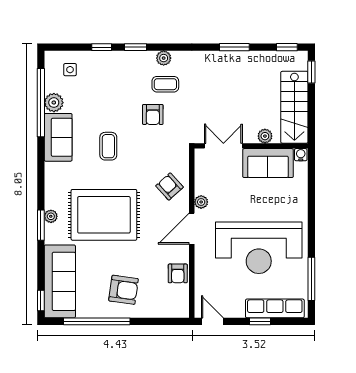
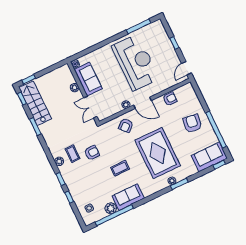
stairs: (294, 107) -> (35, 103), moved, turned -90
sofa: (60, 281) -> (209, 157), width x0.73
row of seats: (275, 308) -> (164, 38), removed

